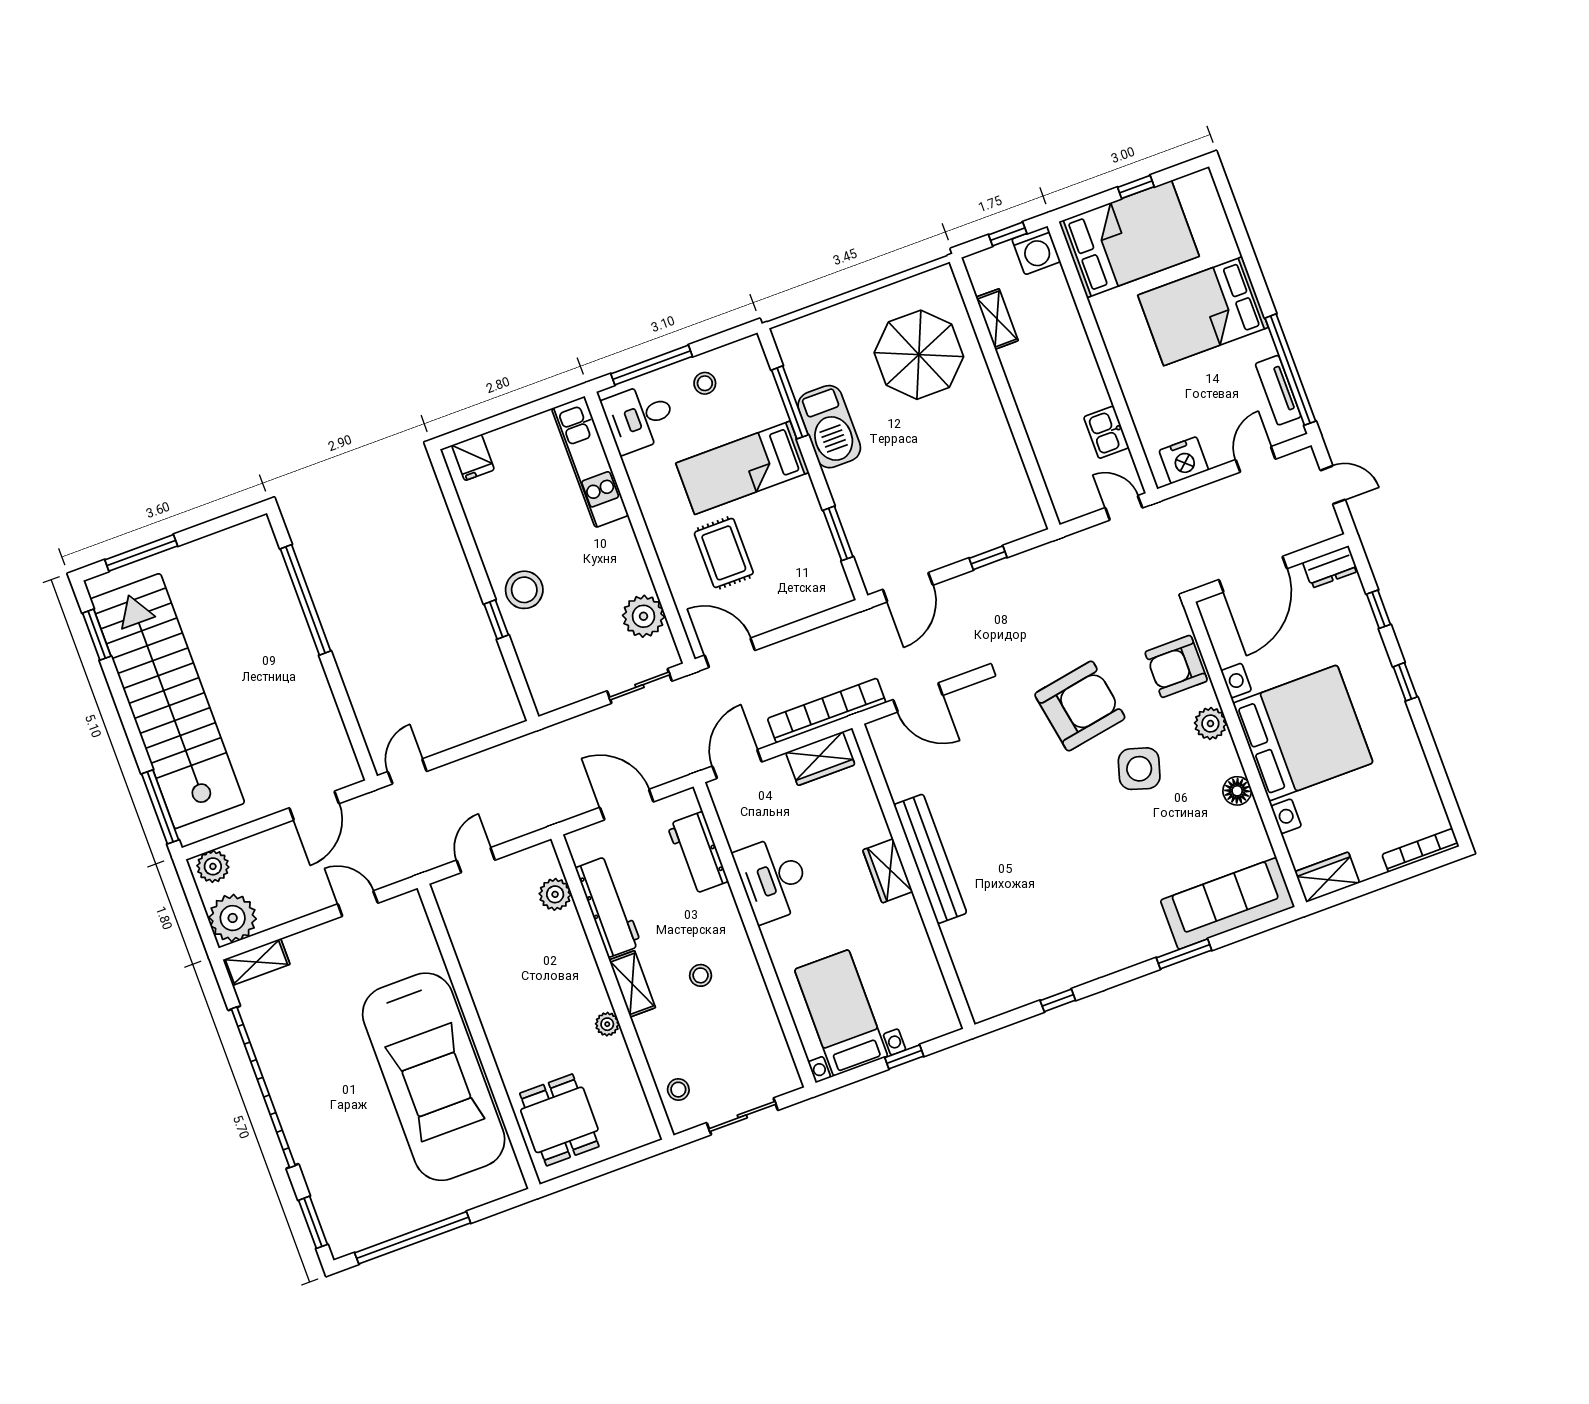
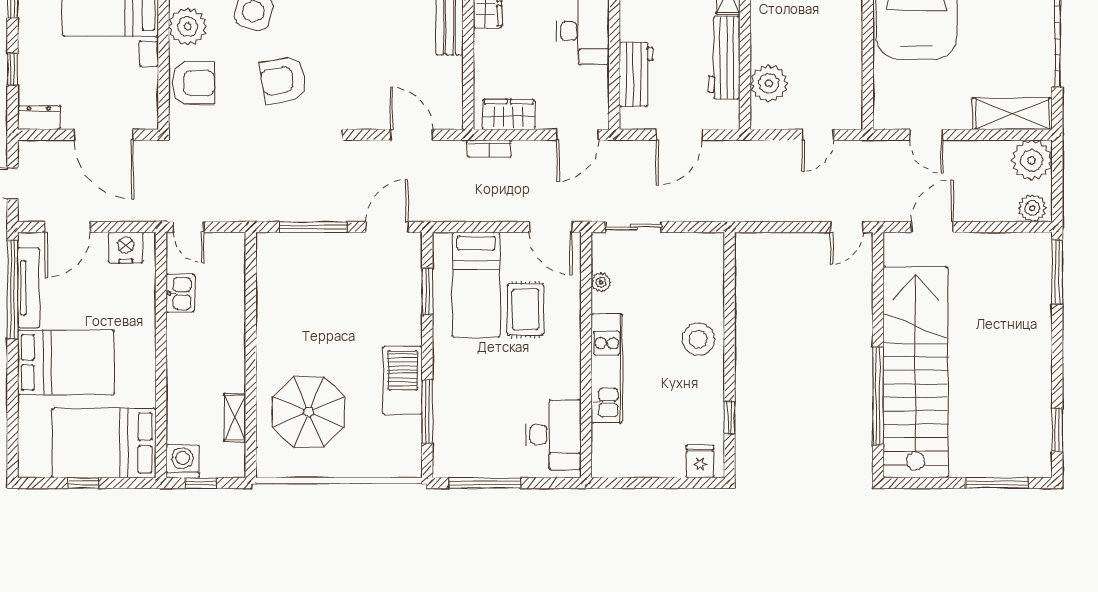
window: (652, 365) -> (485, 483), moved
stool: (705, 383) -> (490, 453), removed
tv unit: (1278, 390) -> (29, 288), width x1.41
desk: (640, 418) -> (553, 435), width x1.37
door: (1256, 459) -> (67, 227), width x1.38
kitchen unit: (590, 462) -> (607, 368), moved
bed: (742, 468) -> (476, 285), moved, turned 90
window: (988, 558) -> (313, 227), width x2.17
door: (1253, 574) -> (104, 135), swing flipped
plant: (644, 616) -> (601, 282), width x0.53, depth x0.53
window: (496, 620) -> (730, 417), moved
stairs: (167, 701) -> (915, 372), moved, turned 180
armchair: (1080, 706) -> (283, 80), width x0.73, depth x0.73
bookcase: (827, 711) -> (489, 149), width x0.43, depth x0.76
plant: (1210, 724) -> (188, 27), width x1.36, depth x1.36
door: (627, 805) -> (679, 135), hinge flipped
plant: (555, 894) -> (769, 83), width x1.36, depth x1.36
shelving: (256, 962) -> (1012, 114), width x1.50, depth x1.33

